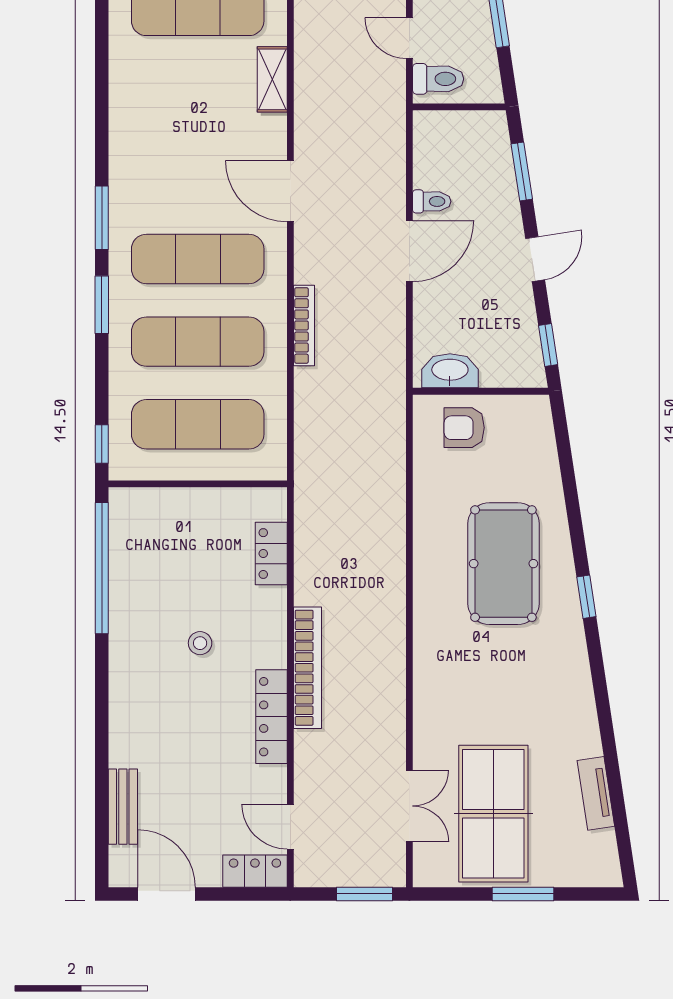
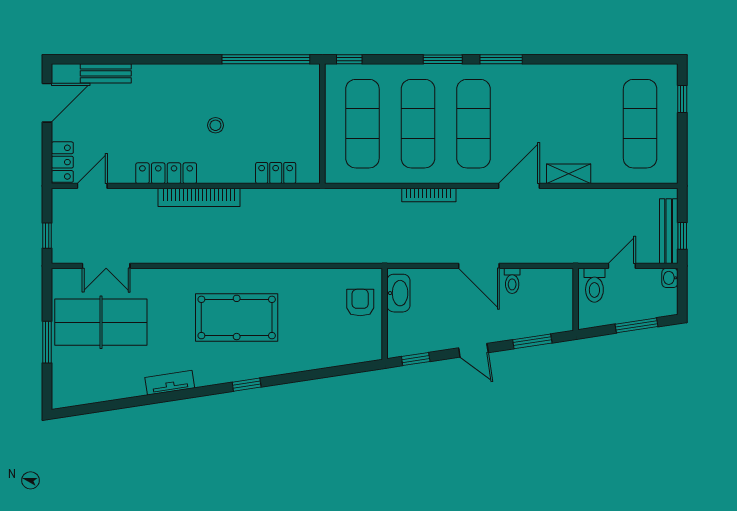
shelving: (272, 79) -> (569, 174), moved
pool table: (503, 564) -> (237, 317), moved
tv unit: (596, 793) -> (170, 383), moved
window: (364, 894) -> (47, 236), width x0.67

